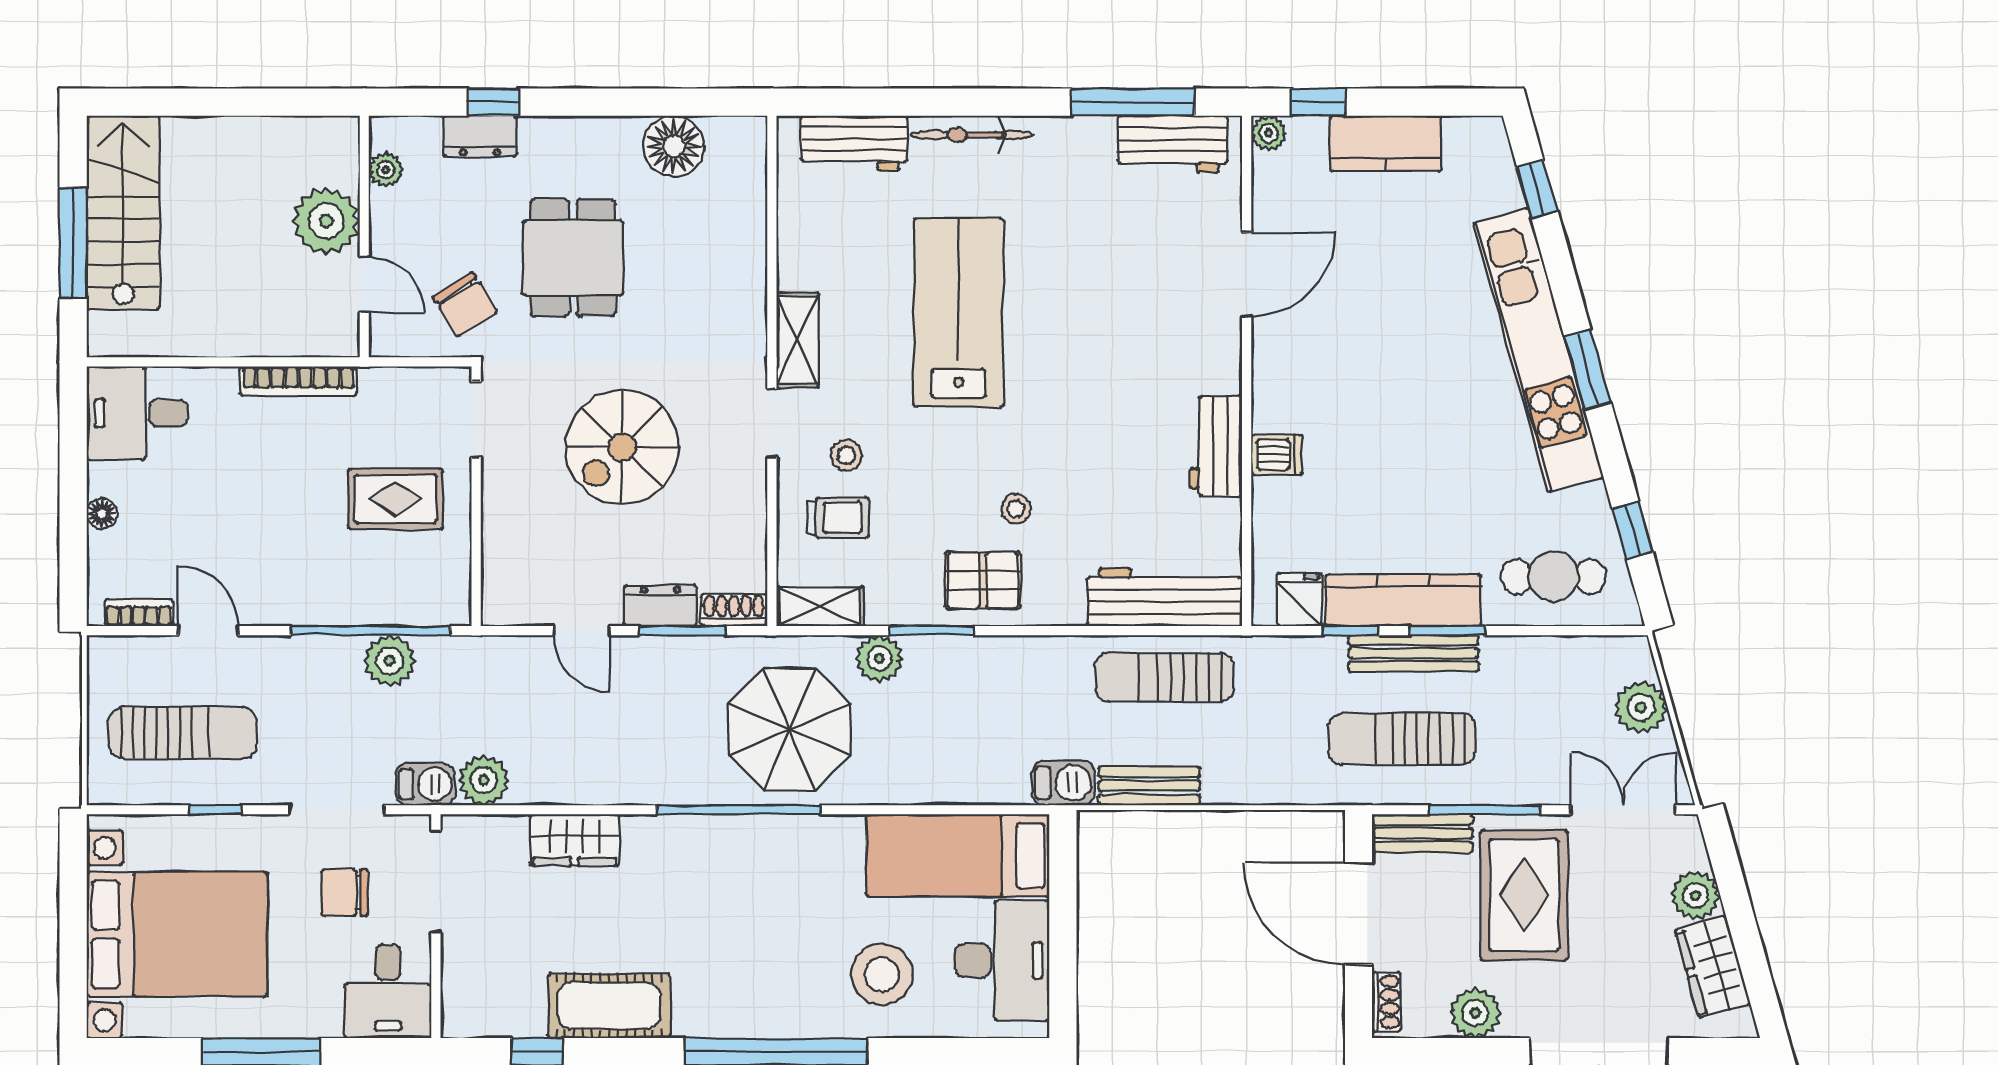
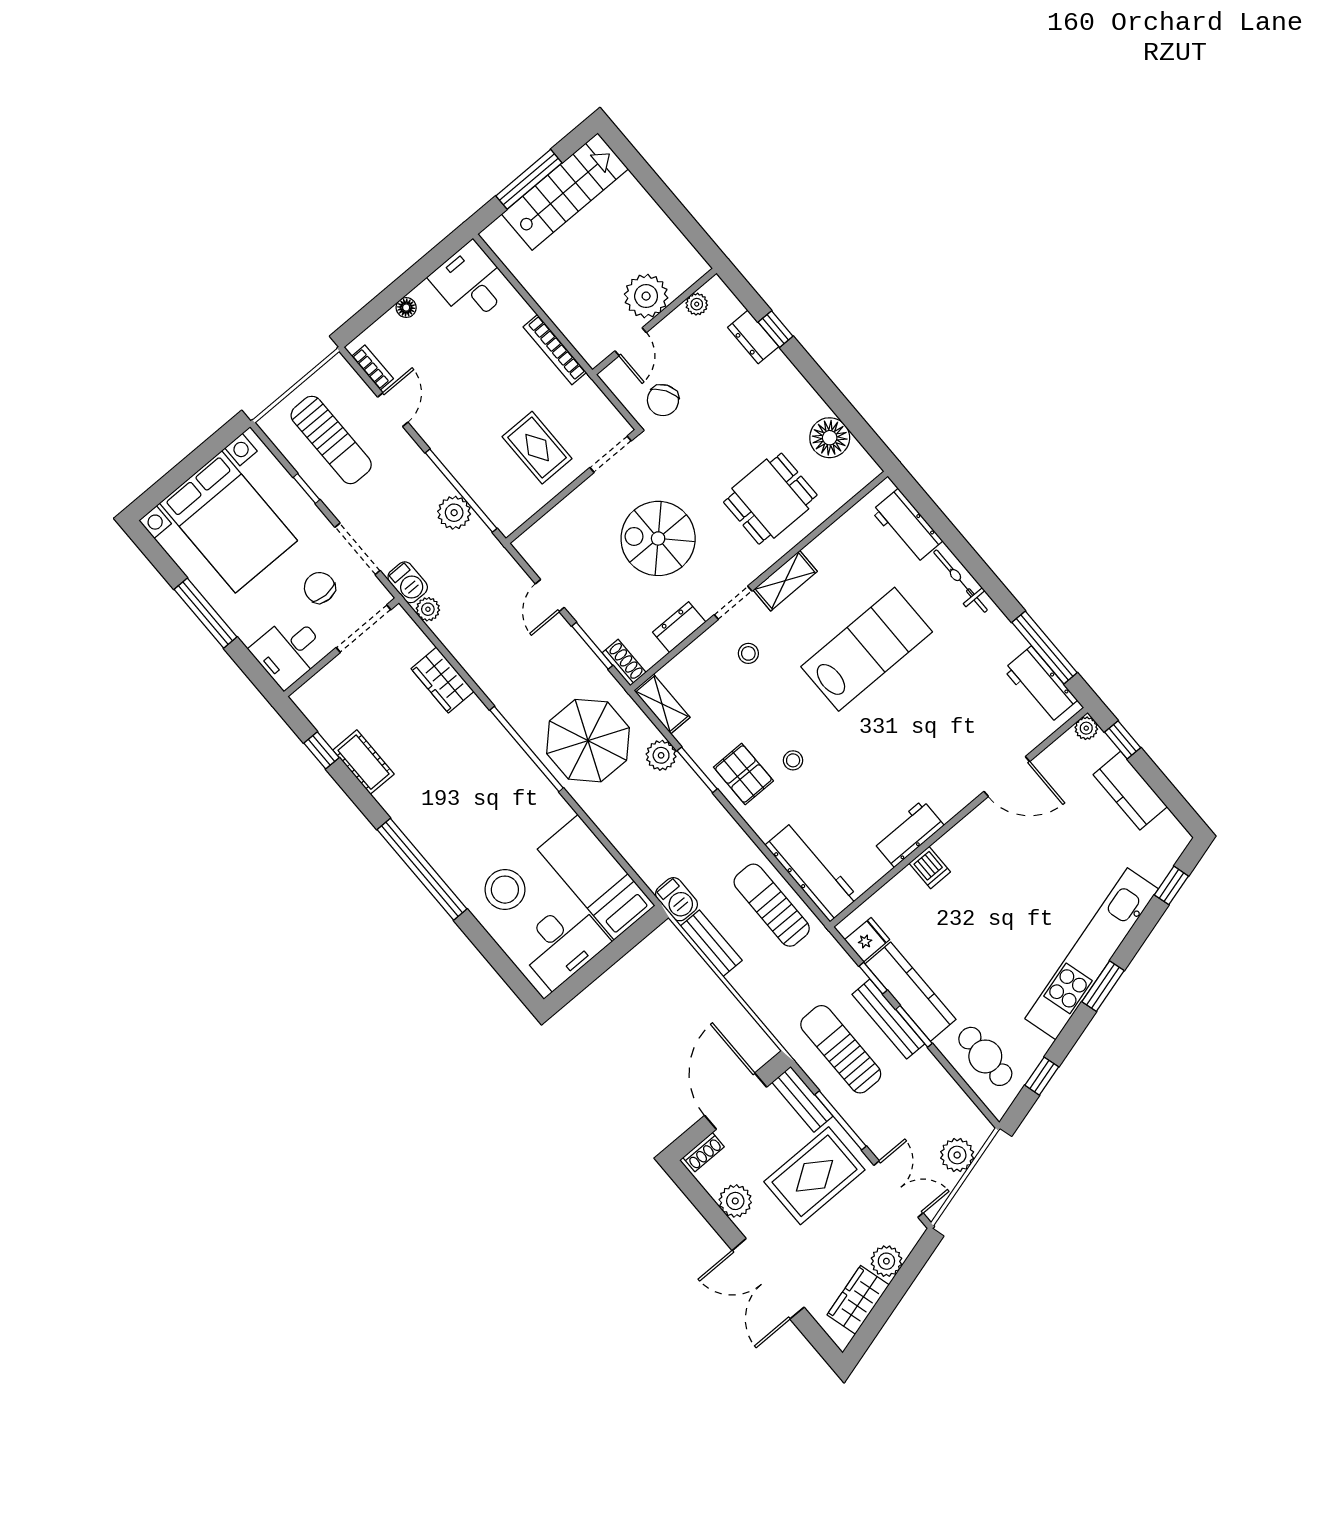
dining table: (573, 258) -> (770, 499), moved
trolley: (838, 518) -> (714, 676), removed
dresser: (661, 606) -> (679, 627), moved, turned -90
plant: (484, 780) -> (428, 609), width x0.73, depth x0.73
cot: (609, 1006) -> (364, 762), width x0.73, depth x0.75

